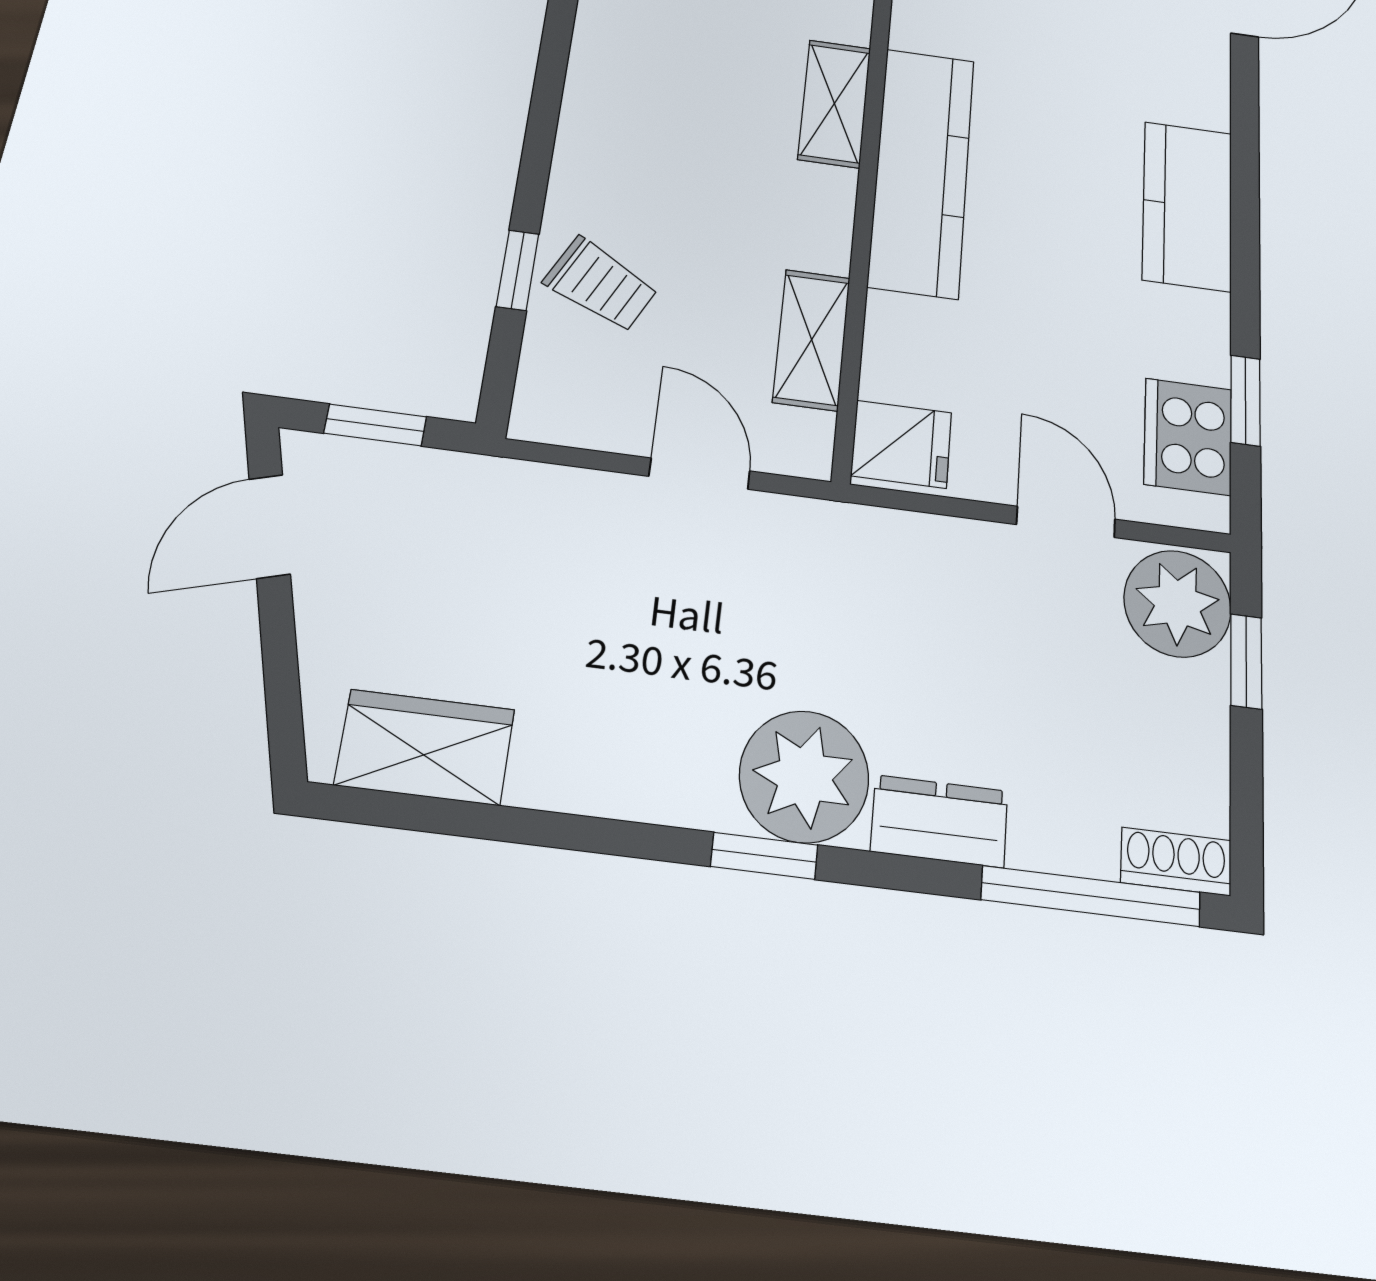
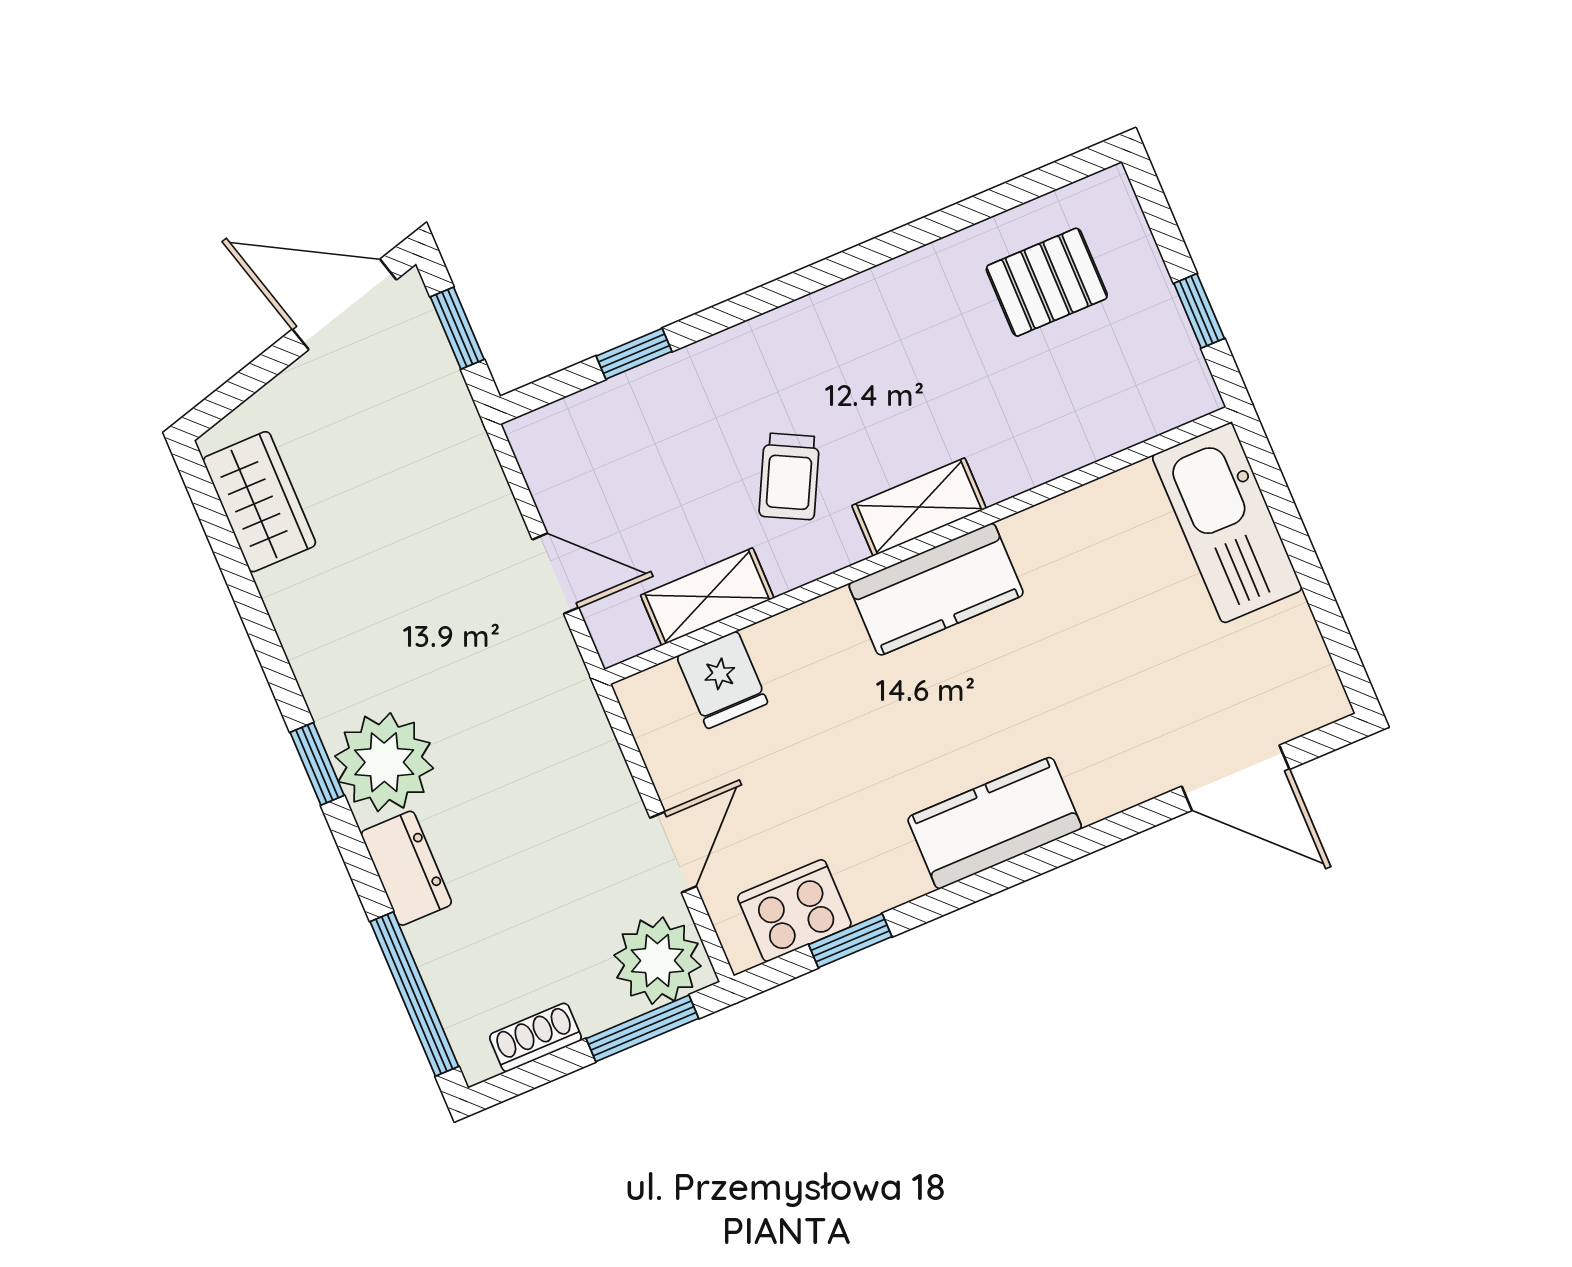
kitchen counter: (922, 171) -> (936, 589), width x0.67
trolley: (601, 284) -> (789, 476), moved
fridge: (901, 444) -> (722, 680), moved
door: (699, 474) -> (555, 574), hinge flipped
door: (270, 526) -> (344, 304), width x1.38
window: (1246, 661) -> (642, 1028), width x1.50
shoe rack: (1176, 861) -> (535, 1037), moved, turned -90

